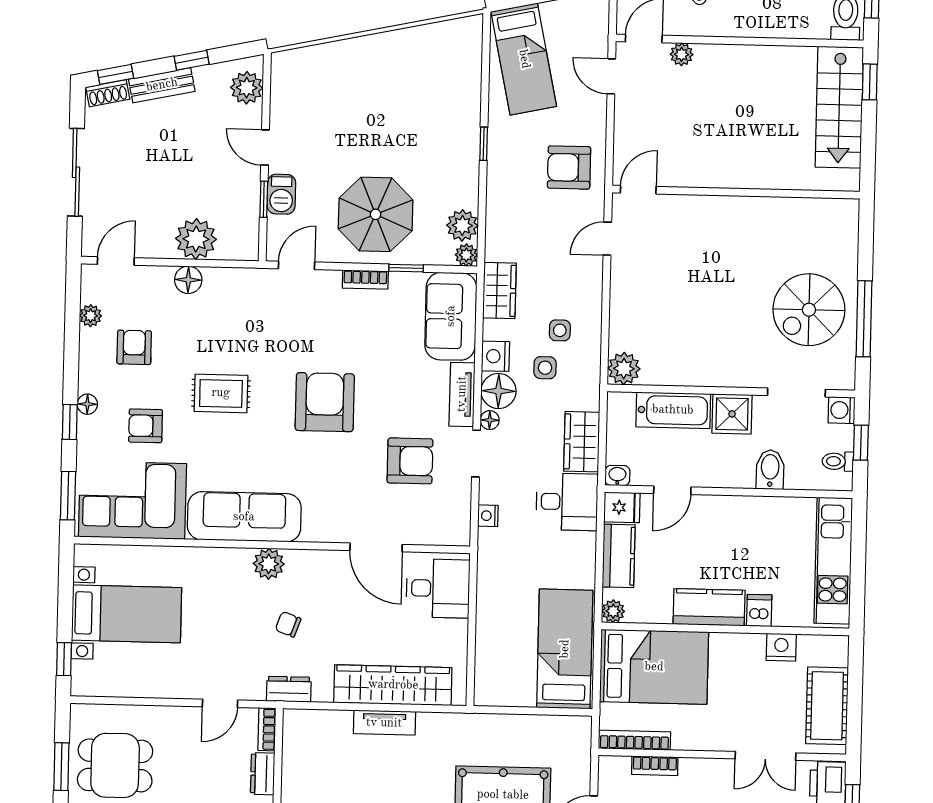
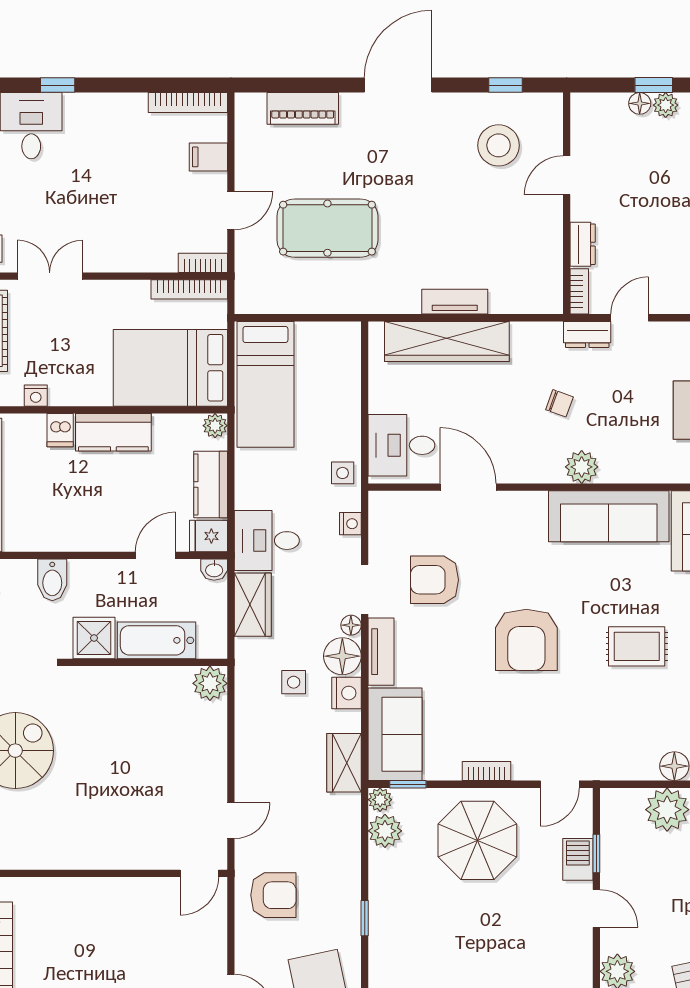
window: (406, 268) -> (408, 784), moved
side table: (560, 330) -> (343, 473), moved
nightstand: (781, 647) -> (36, 396), width x0.72, depth x0.74
dresser: (289, 689) -> (587, 334), moved
bookcase: (655, 766) -> (203, 263), moved

